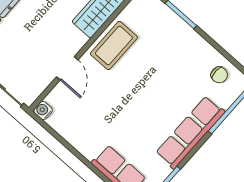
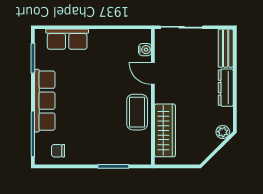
water cooler: (43, 110) -> (145, 50), moved

